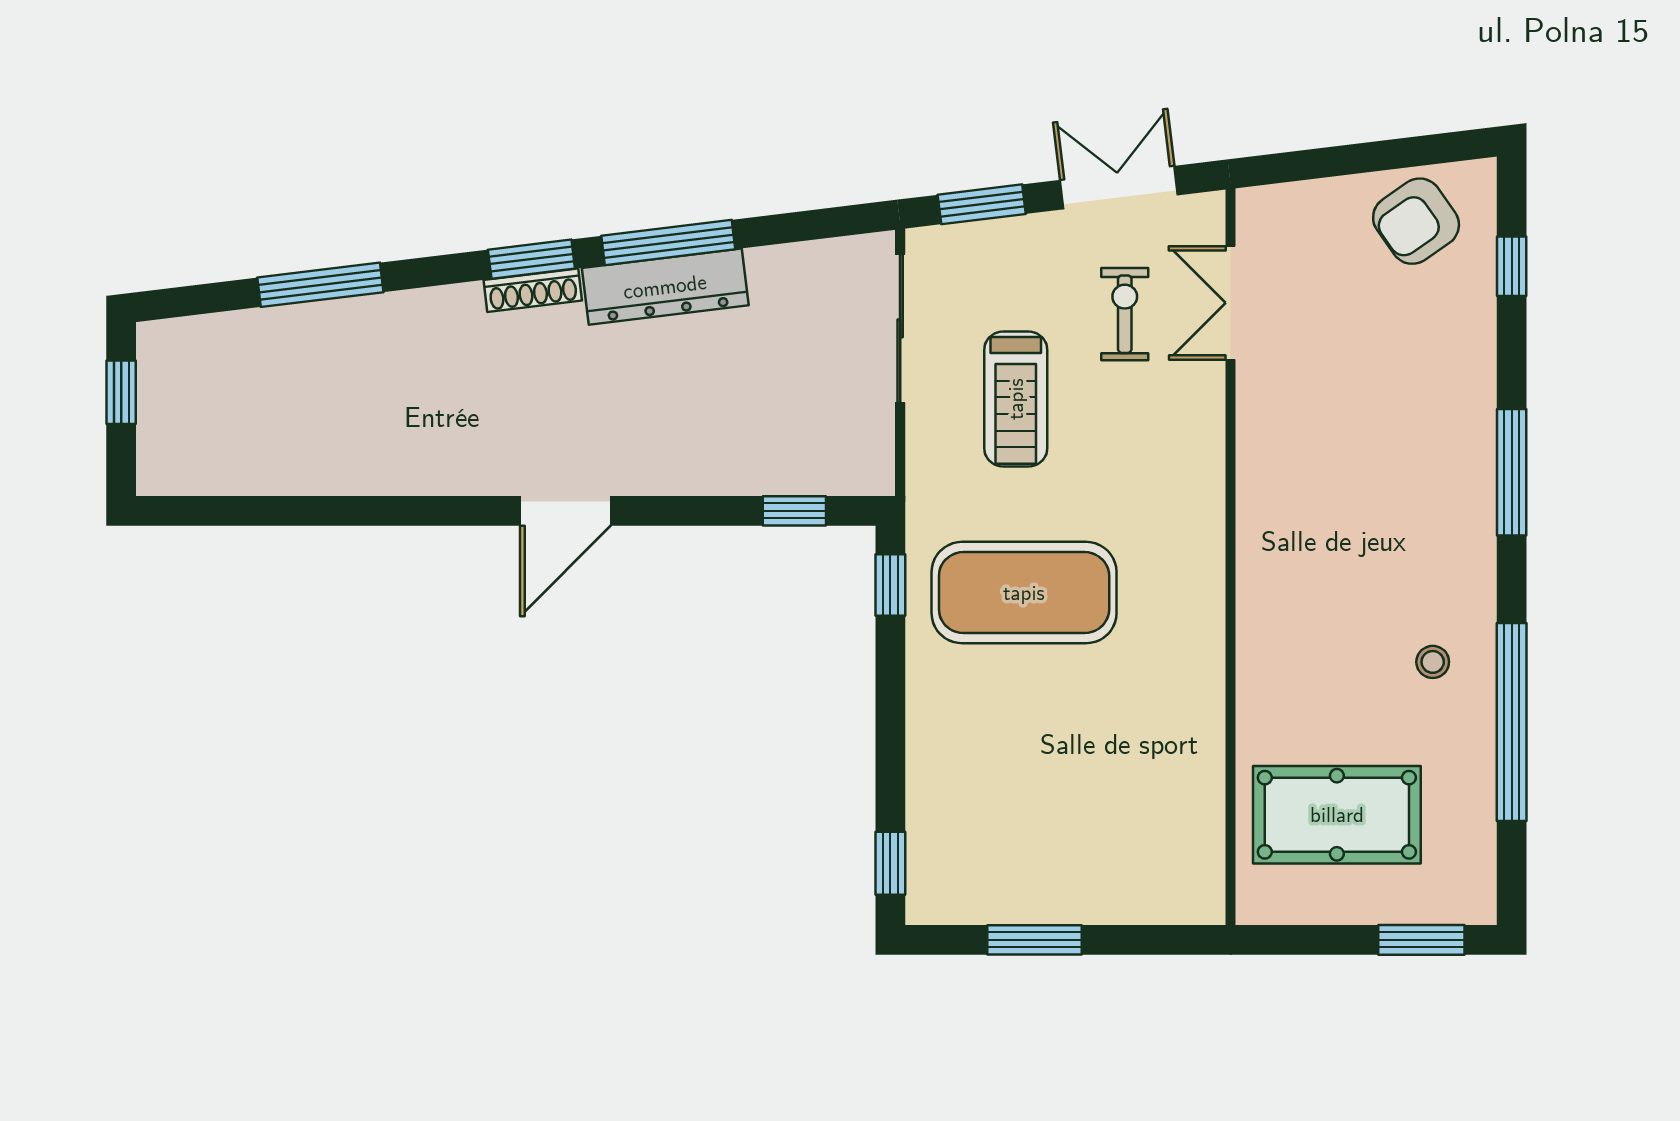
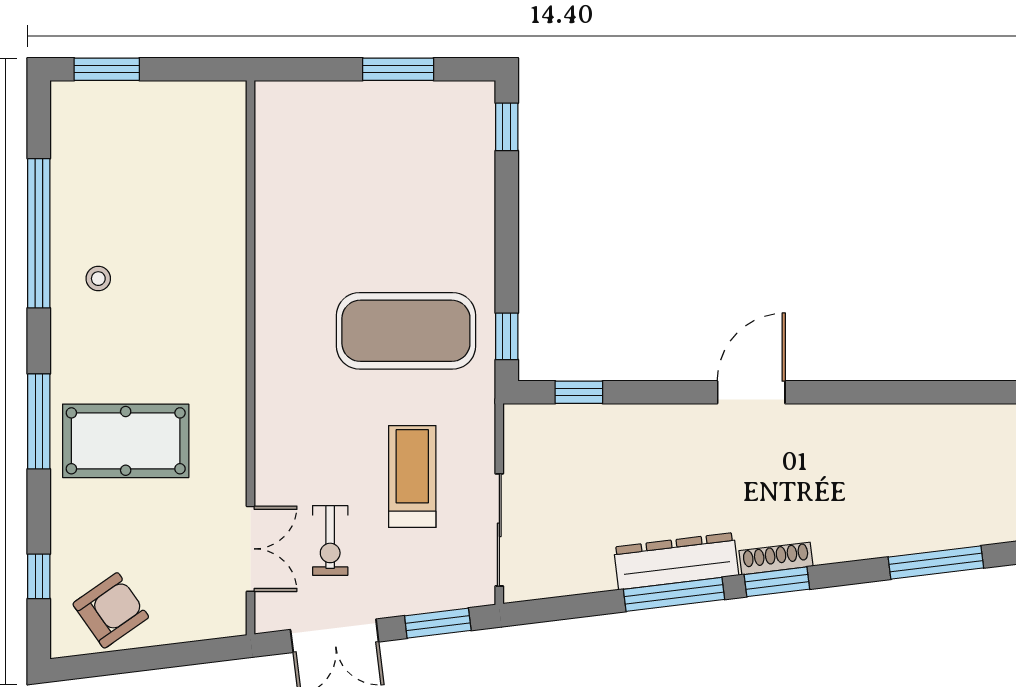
pool table: (1337, 815) -> (126, 441), moved

